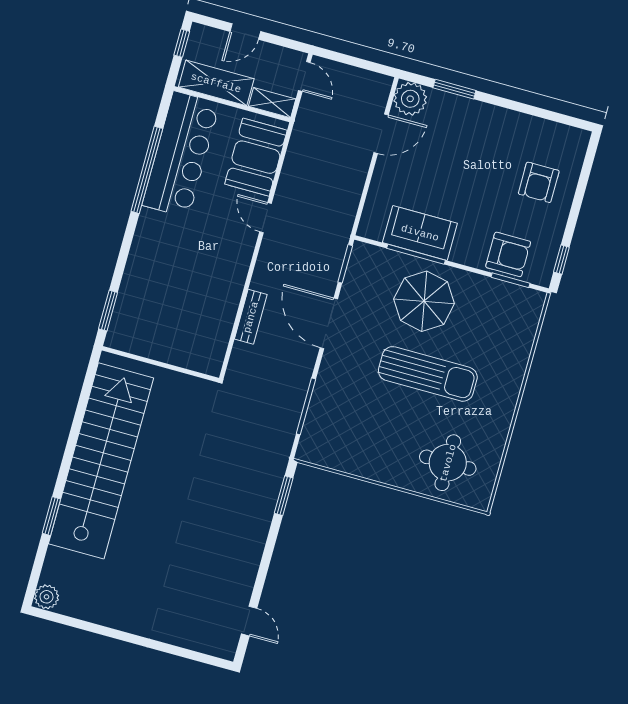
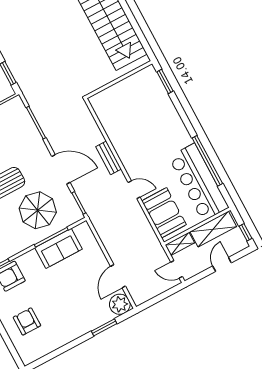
parasol: (424, 301) -> (38, 210), moved
bench: (251, 317) -> (109, 158), moved

